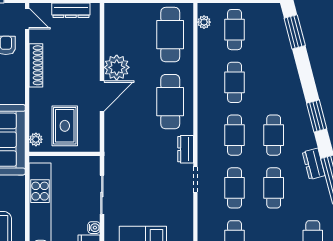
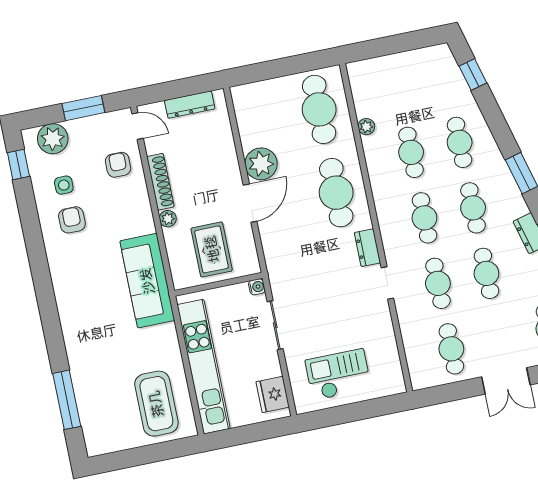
plant: (204, 22) -> (366, 127), moved
cafe table: (235, 30) -> (460, 142), moved
window: (295, 32) -> (473, 74), width x0.67
plant: (36, 139) -> (168, 219), moved
water cooler: (94, 228) -> (257, 287), moved

